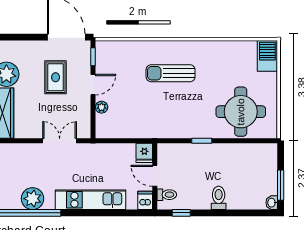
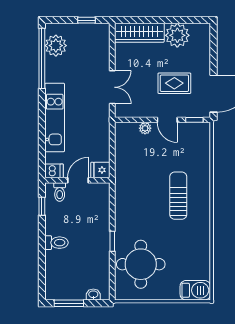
window: (202, 141) -> (112, 241), moved
plant: (33, 199) -> (56, 46), moved
washbasin: (272, 203) -> (93, 295), moved

